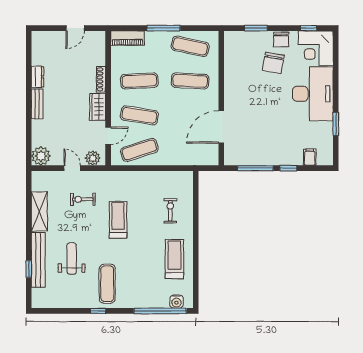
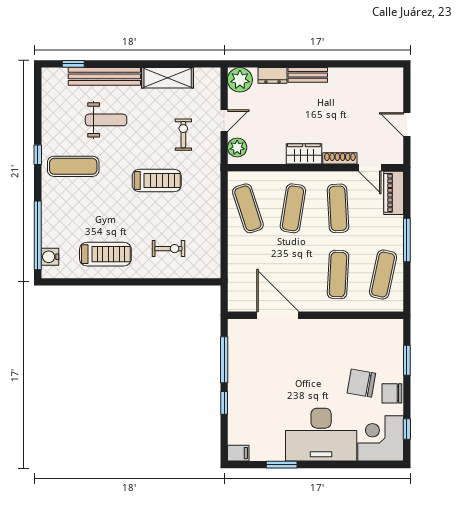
dresser: (38, 77) -> (272, 75), moved
door: (108, 136) -> (370, 168), moved
filing cabinet: (310, 157) -> (238, 453), moved
window: (29, 269) -> (73, 64), moved

